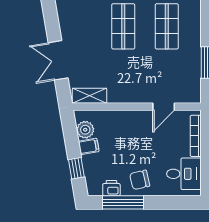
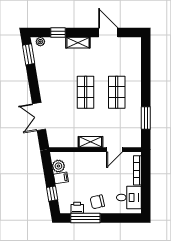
shelving: (90, 96) -> (90, 142), moved

